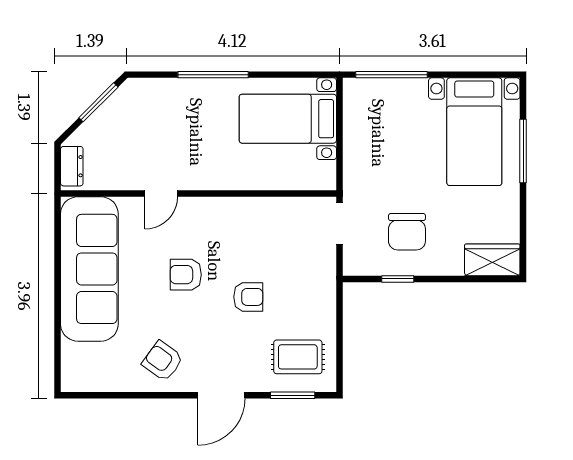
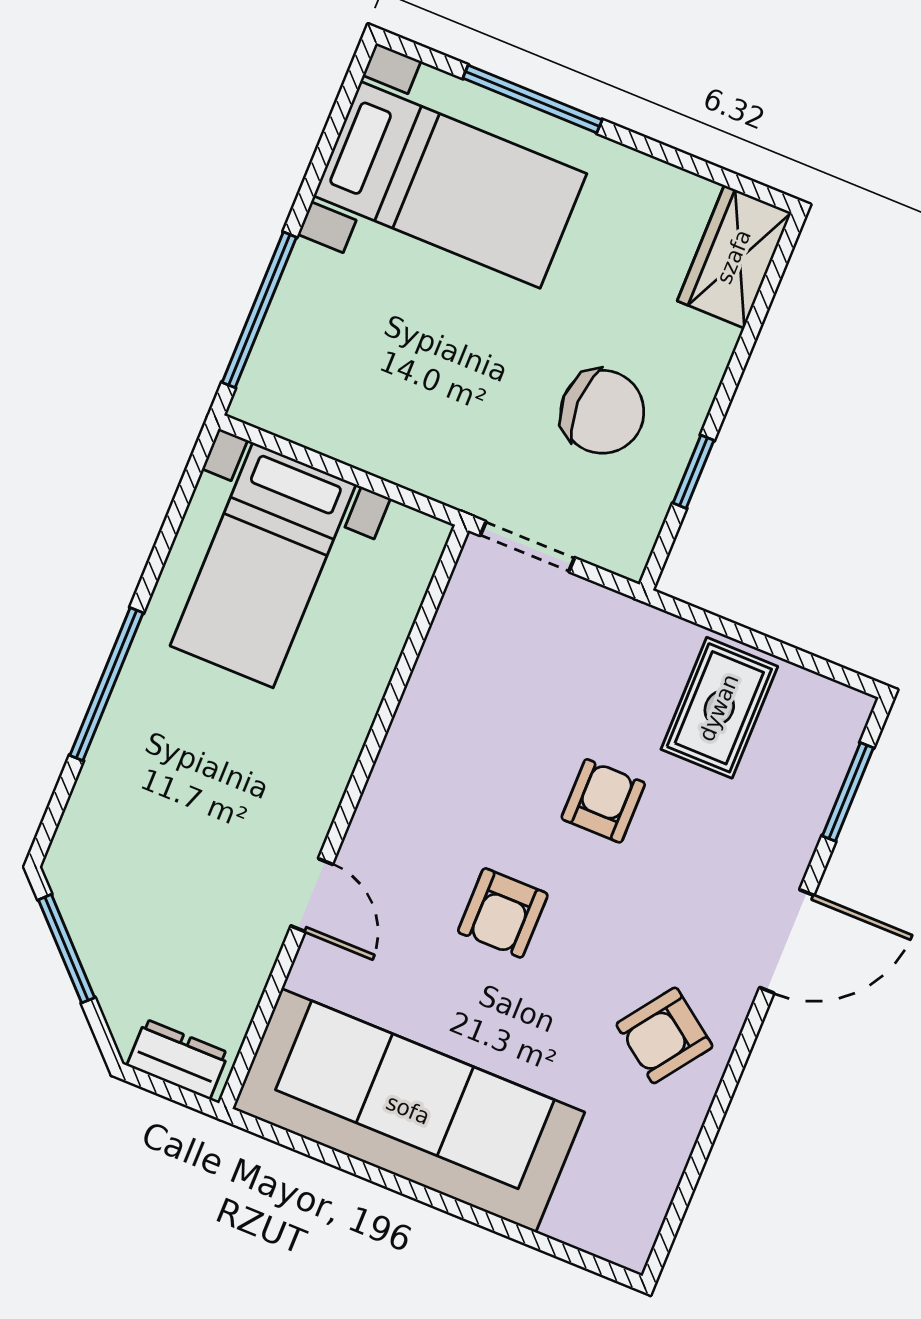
rug: (298, 357) -> (719, 708), moved
door: (221, 395) -> (787, 941), hinge flipped

